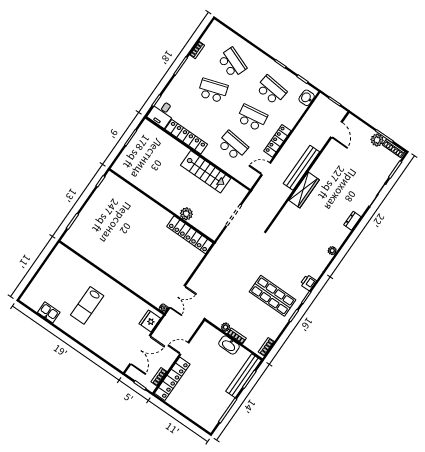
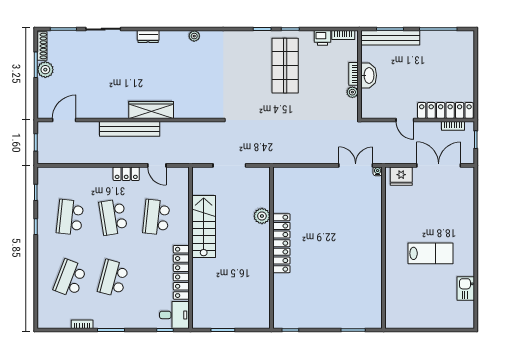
school desk: (213, 90) -> (113, 278), turned 33
washbasin: (307, 98) -> (52, 174), removed
locker: (277, 141) -> (126, 174), width x0.66
locker: (190, 235) -> (281, 243), moved
printer: (308, 283) -> (322, 38), moved

